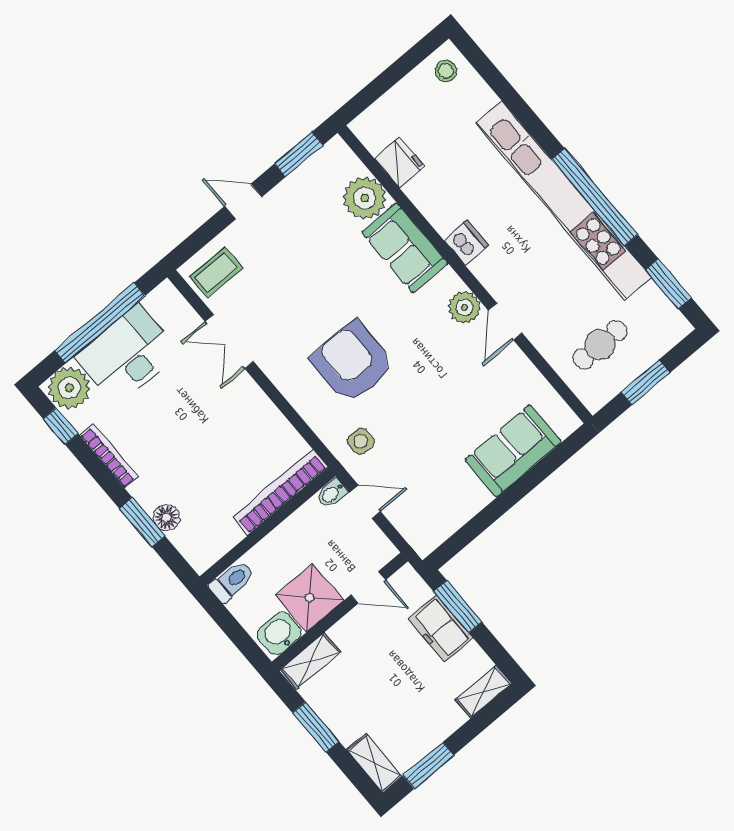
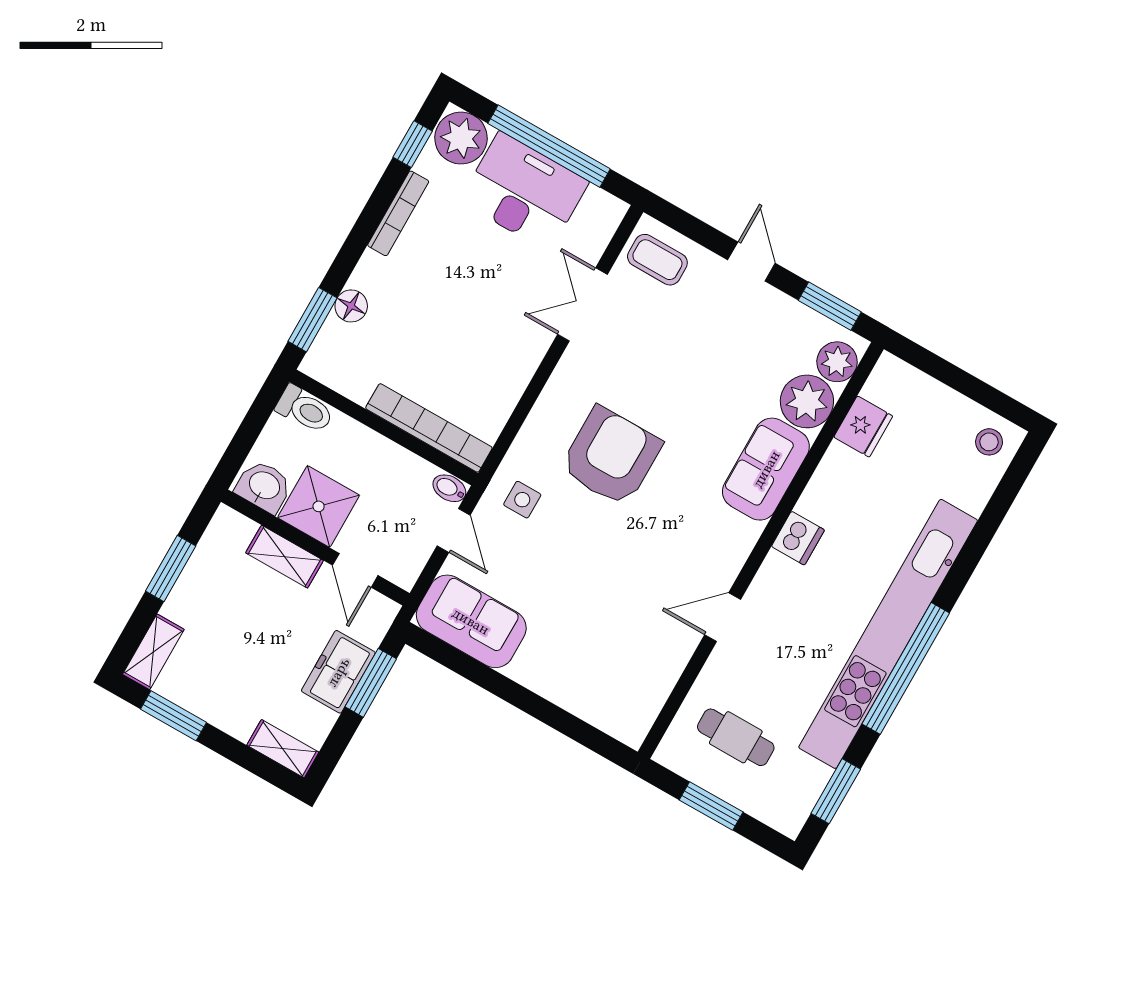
plant: (464, 307) -> (837, 362), moved
sofa: (513, 451) -> (471, 621), moved
window: (142, 522) -> (312, 320), moved
shelving: (311, 661) -> (285, 557), moved

